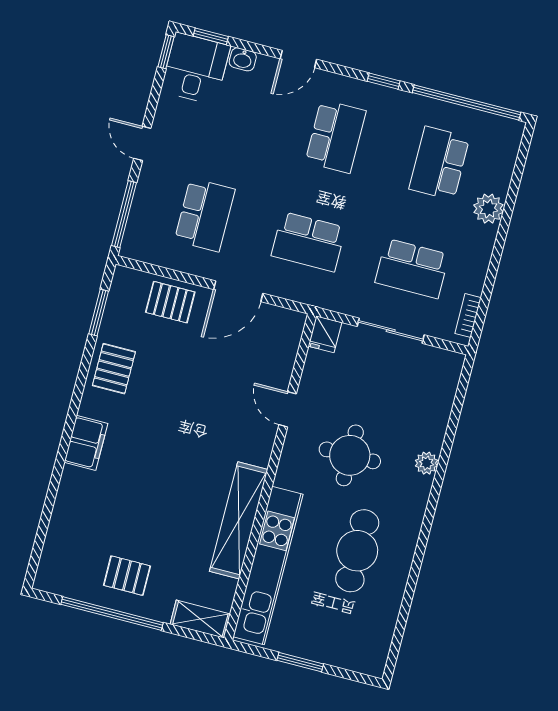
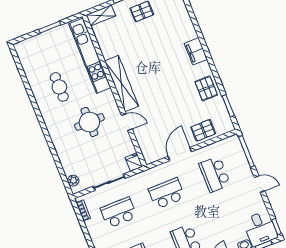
plant: (426, 463) -> (73, 181), moved
shelving: (239, 520) -> (122, 84), moved
cafe table: (357, 551) -> (59, 87), width x0.73, depth x0.74

